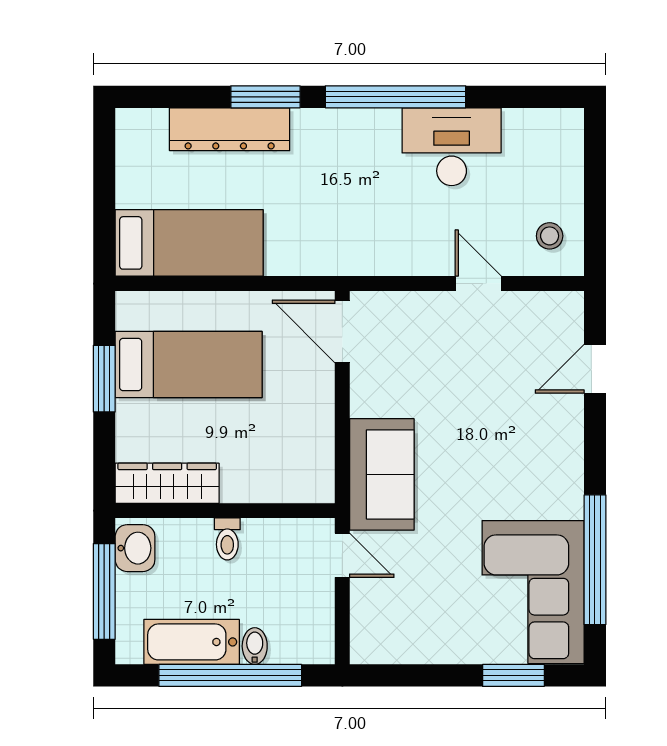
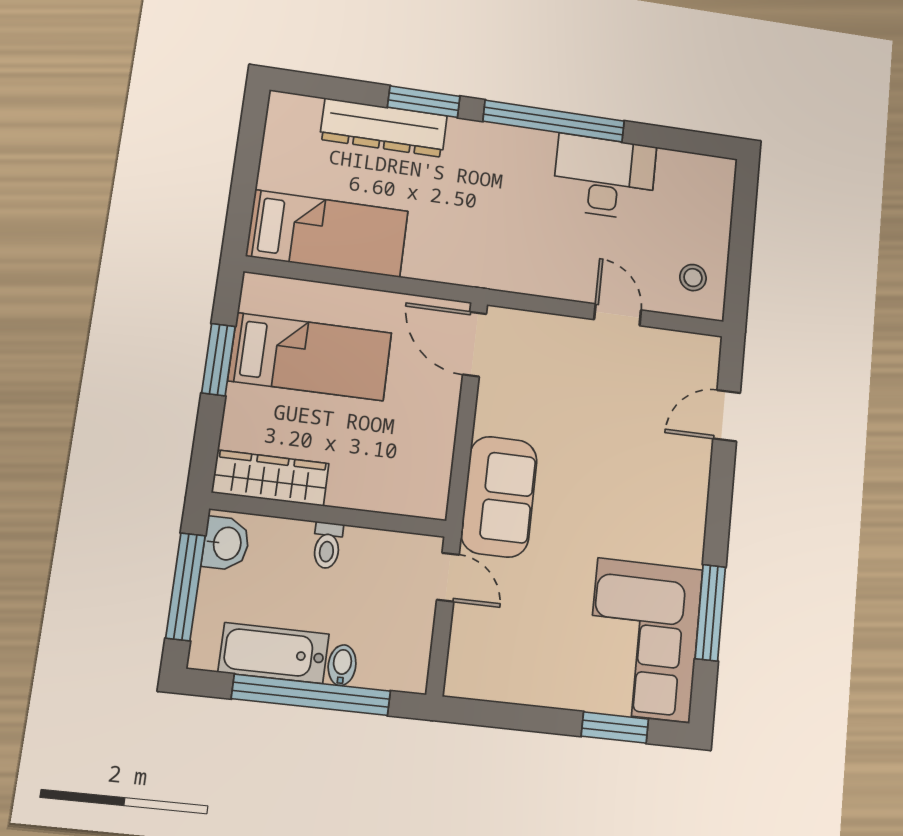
window: (595, 560) -> (710, 613), width x0.68

